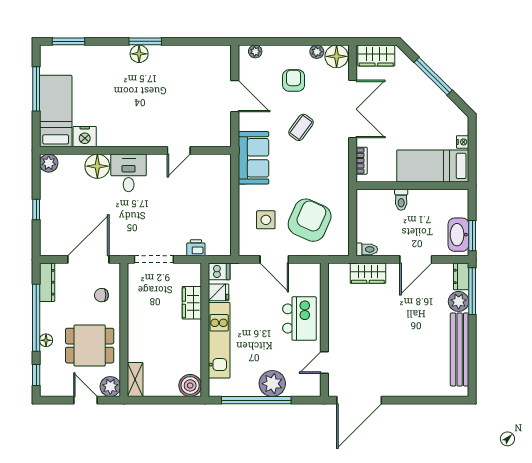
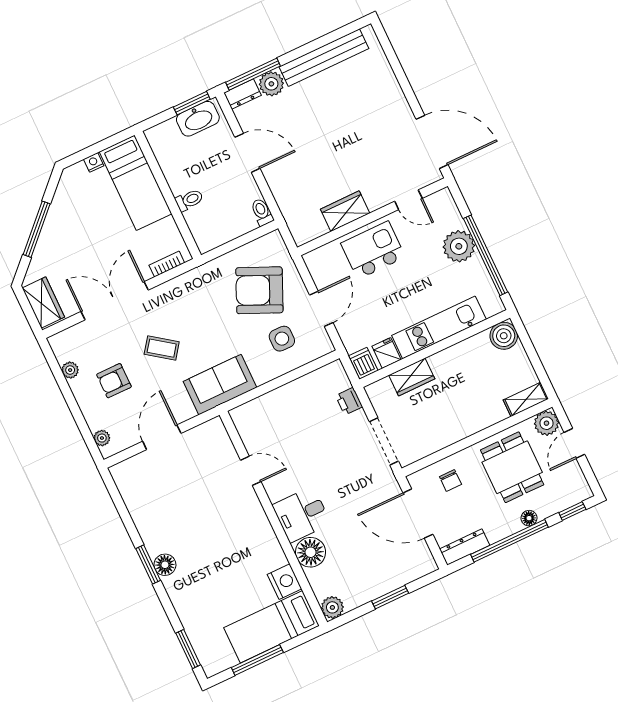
floor lamp: (337, 56) -> (65, 346), removed
window: (36, 209) -> (390, 597), width x1.50
wardrobe: (368, 273) -> (345, 211), moved, turned -90

